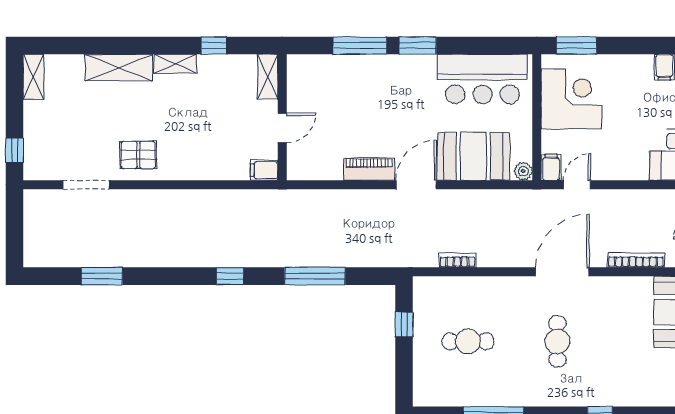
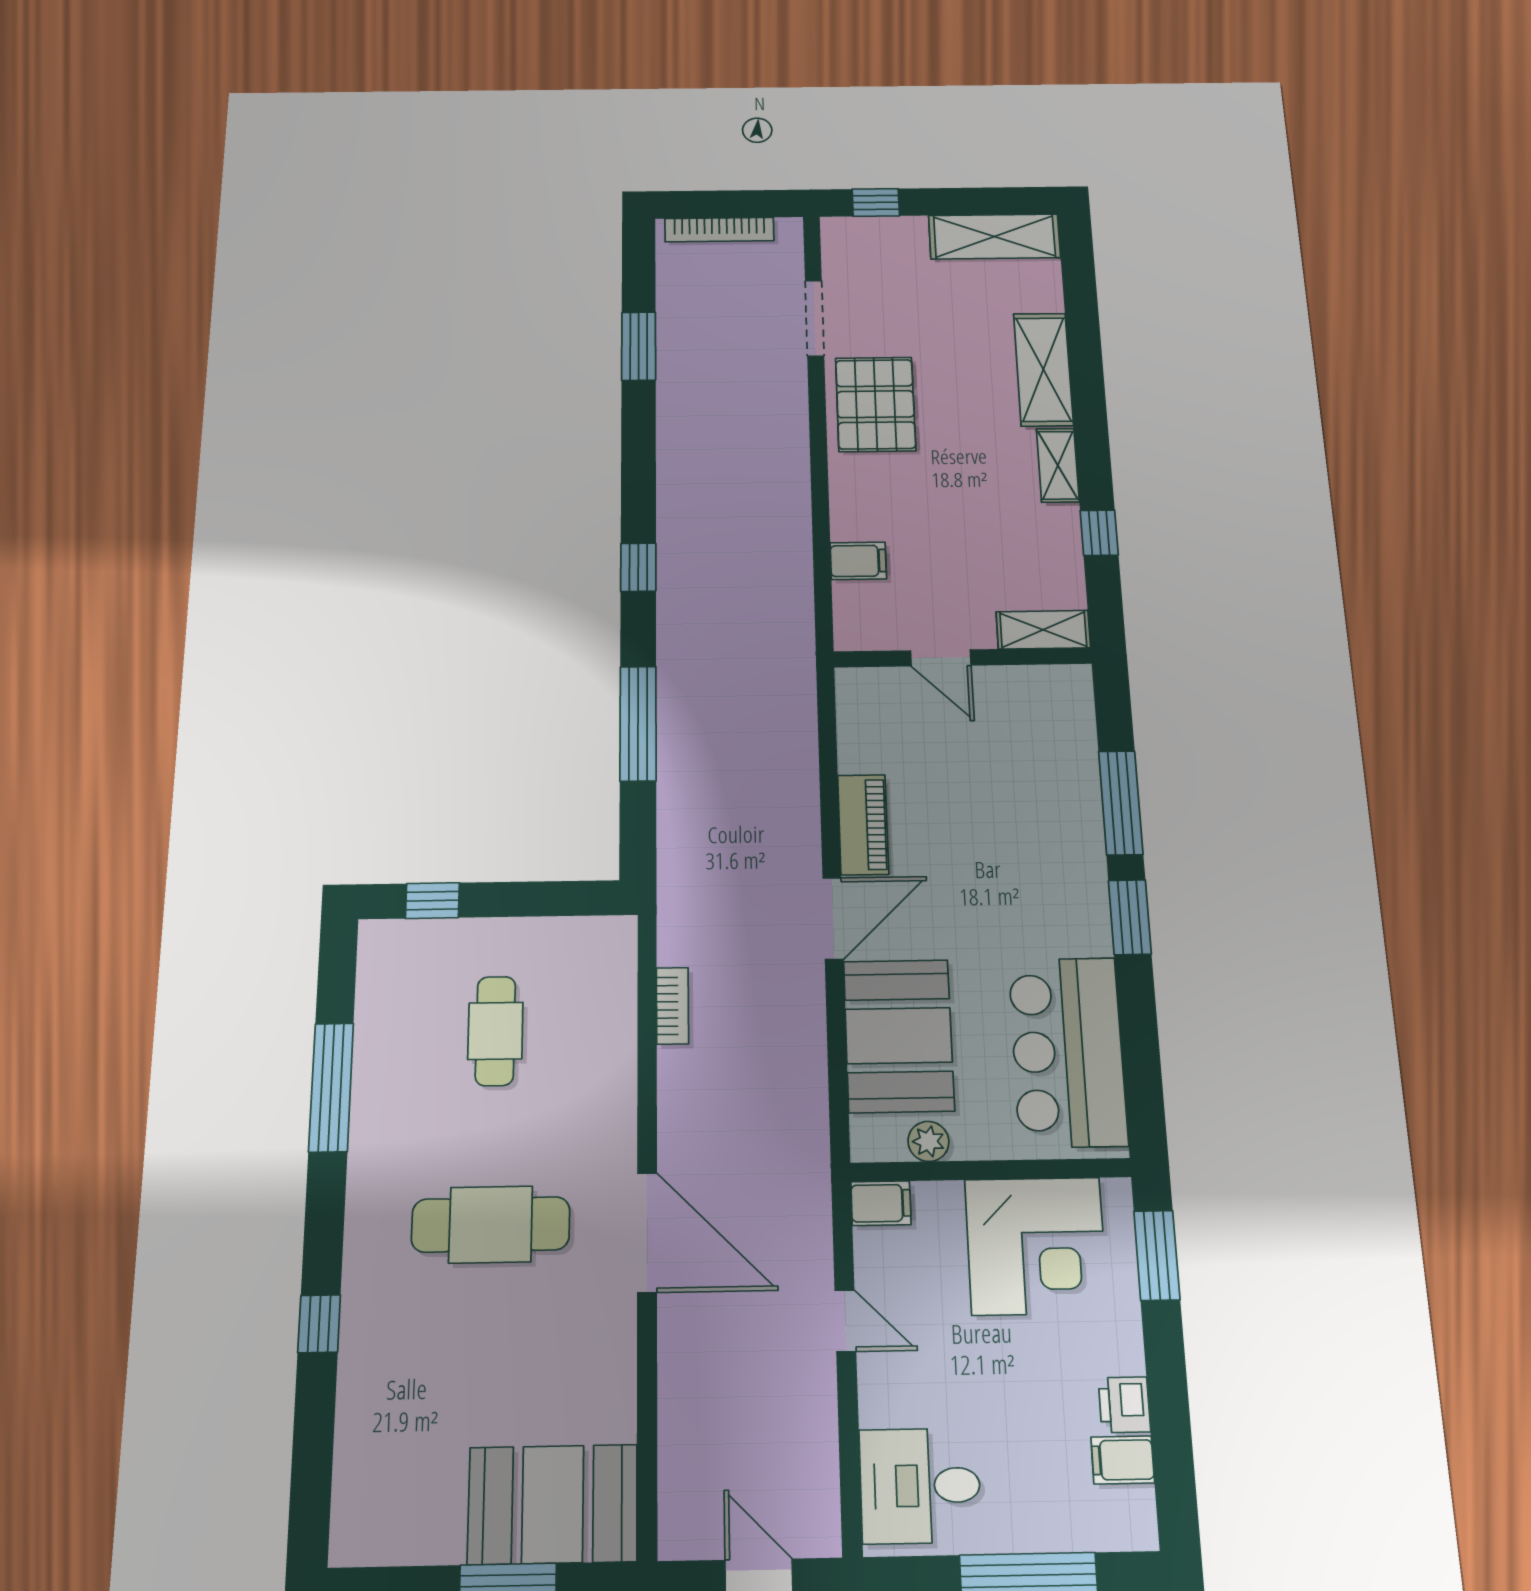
printer: (641, 65) -> (1124, 1405), added
shelving: (33, 77) -> (994, 236), width x1.50, depth x1.33
pallet: (138, 155) -> (875, 404), width x1.50, depth x1.42
filing cabinet: (264, 170) -> (858, 561), moved, turned 90
plant: (523, 171) -> (928, 1141), moved
door: (416, 185) -> (833, 919), hinge flipped
door: (577, 185) -> (845, 1321), moved
bookcase: (636, 260) -> (719, 230), moved, turned 90
window: (404, 325) -> (432, 901), moved
cafe table: (557, 341) -> (491, 1224), width x1.37, depth x1.35

